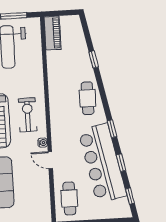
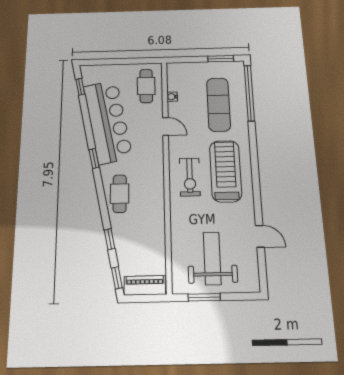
piano: (53, 33) -> (145, 285), moved, turned 90
water cooler: (43, 143) -> (172, 97), moved
window: (121, 163) -> (117, 278), moved

